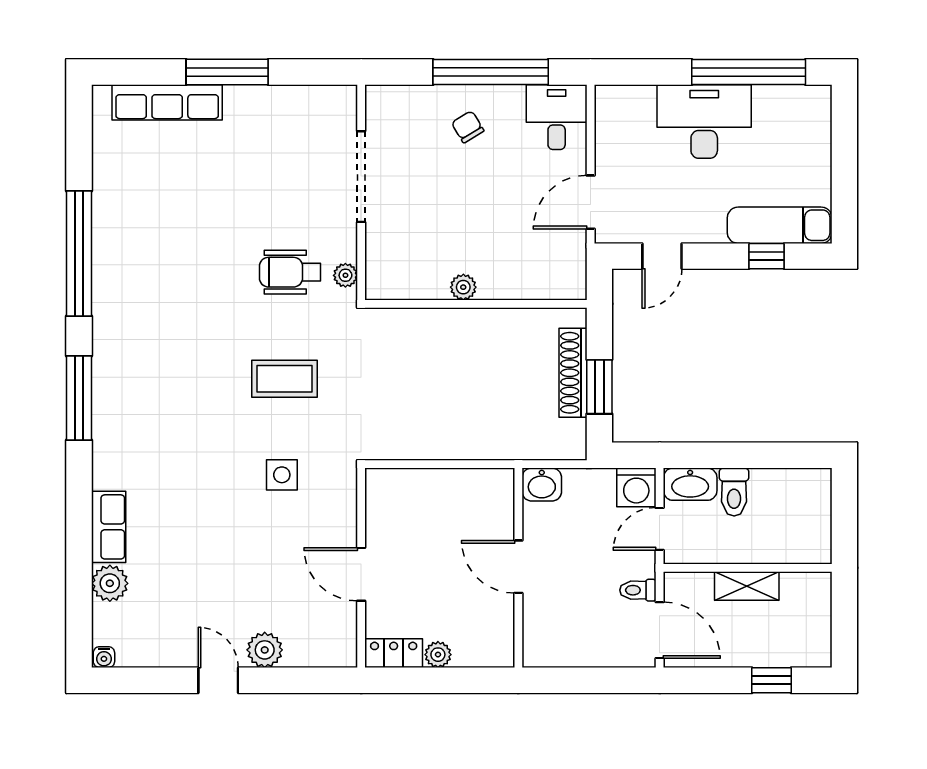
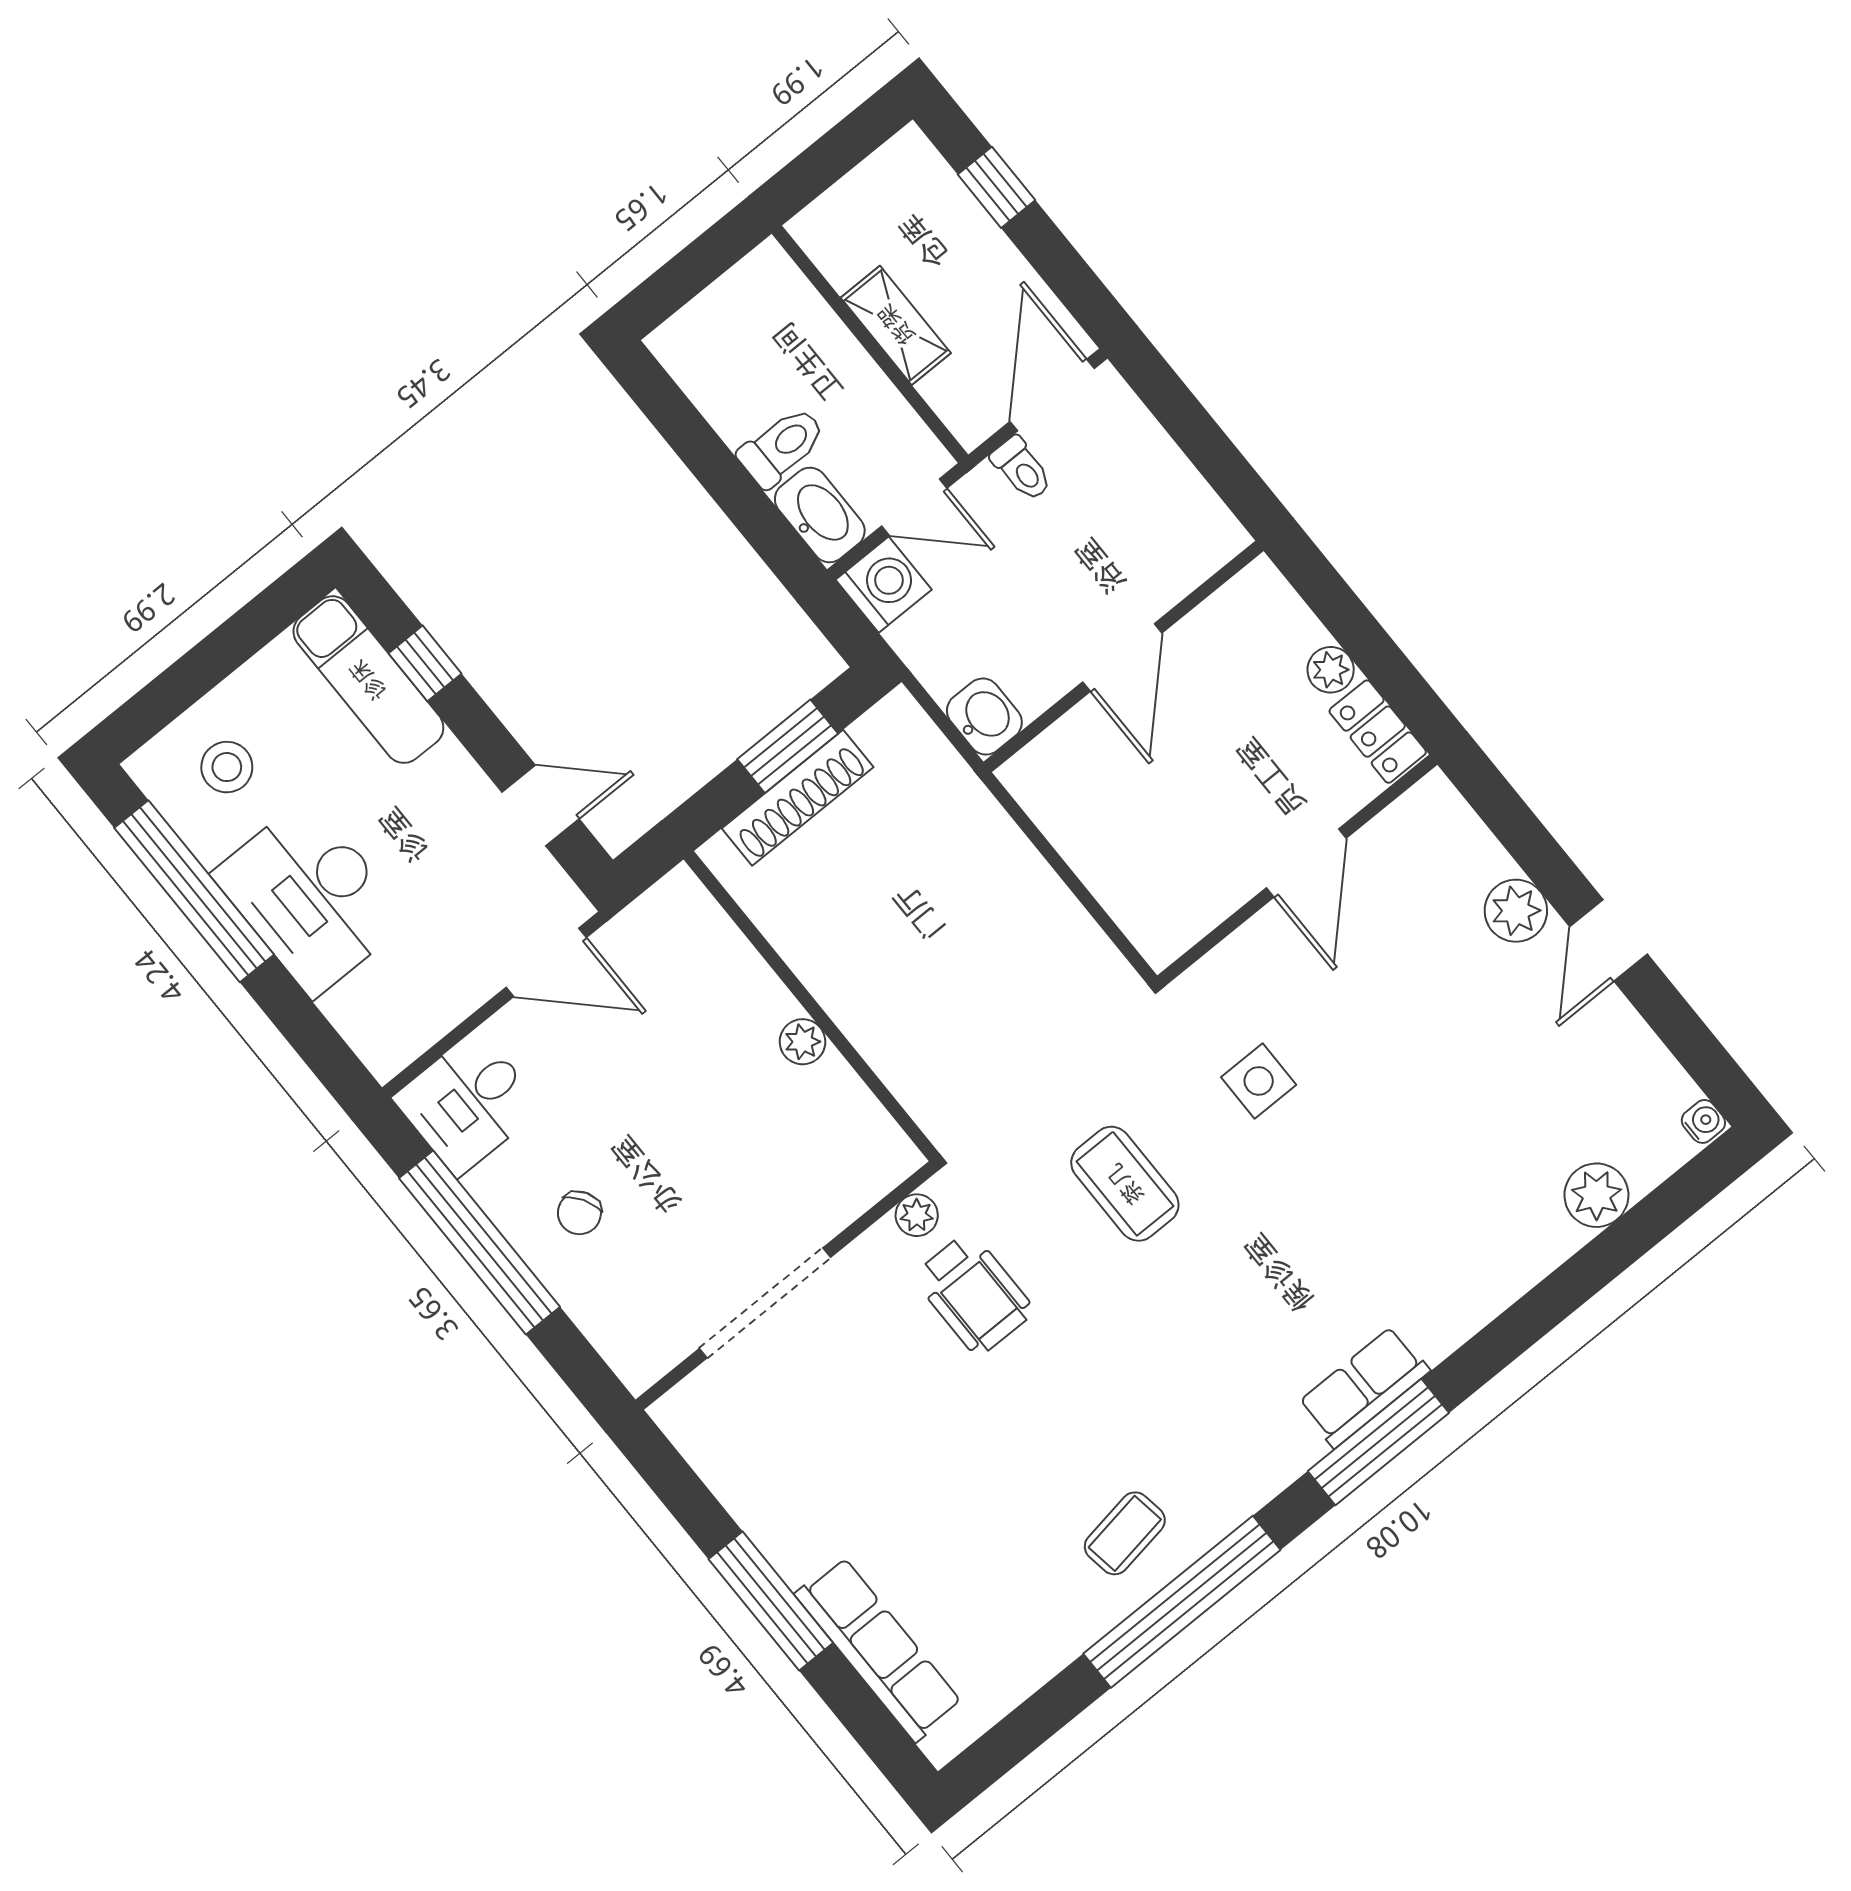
stool: (792, 131) -> (227, 767), added
coffee table: (130, 253) -> (1125, 1533), added
row of seats: (109, 527) -> (1364, 1387), moved

